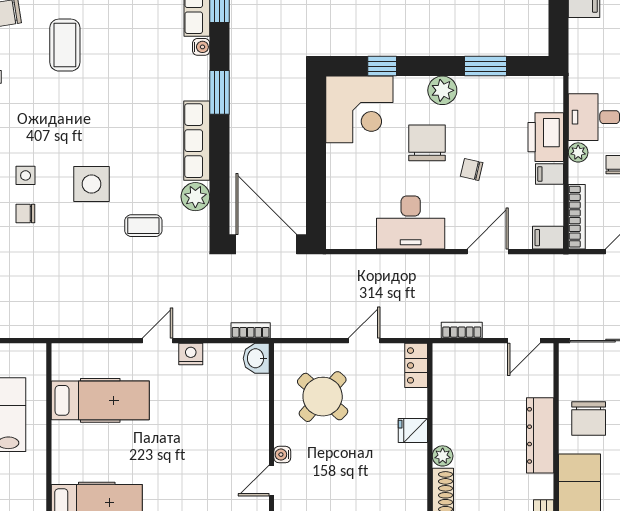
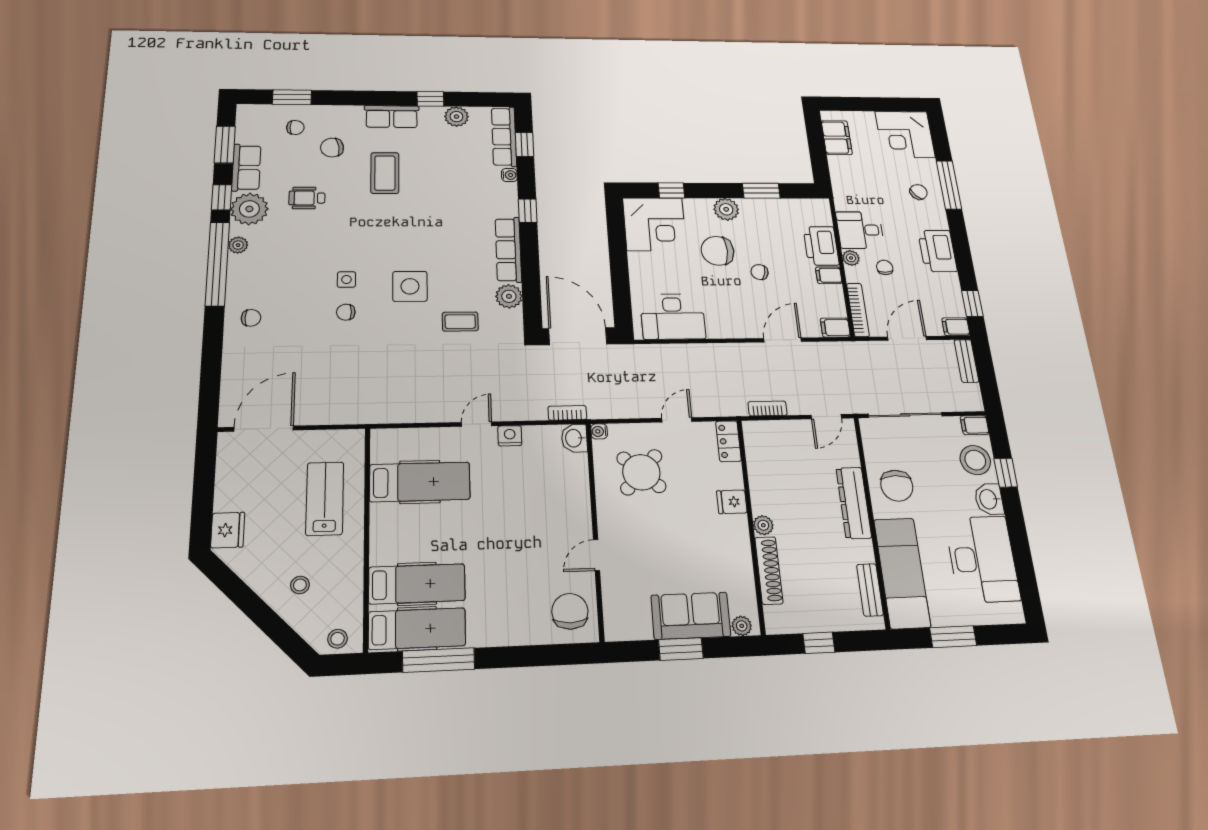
window: (220, 92) -> (528, 211), width x0.67
chair: (427, 143) -> (717, 251), turned -90
desk: (411, 223) -> (673, 317), moved
water cooler: (282, 455) -> (599, 431), moved

